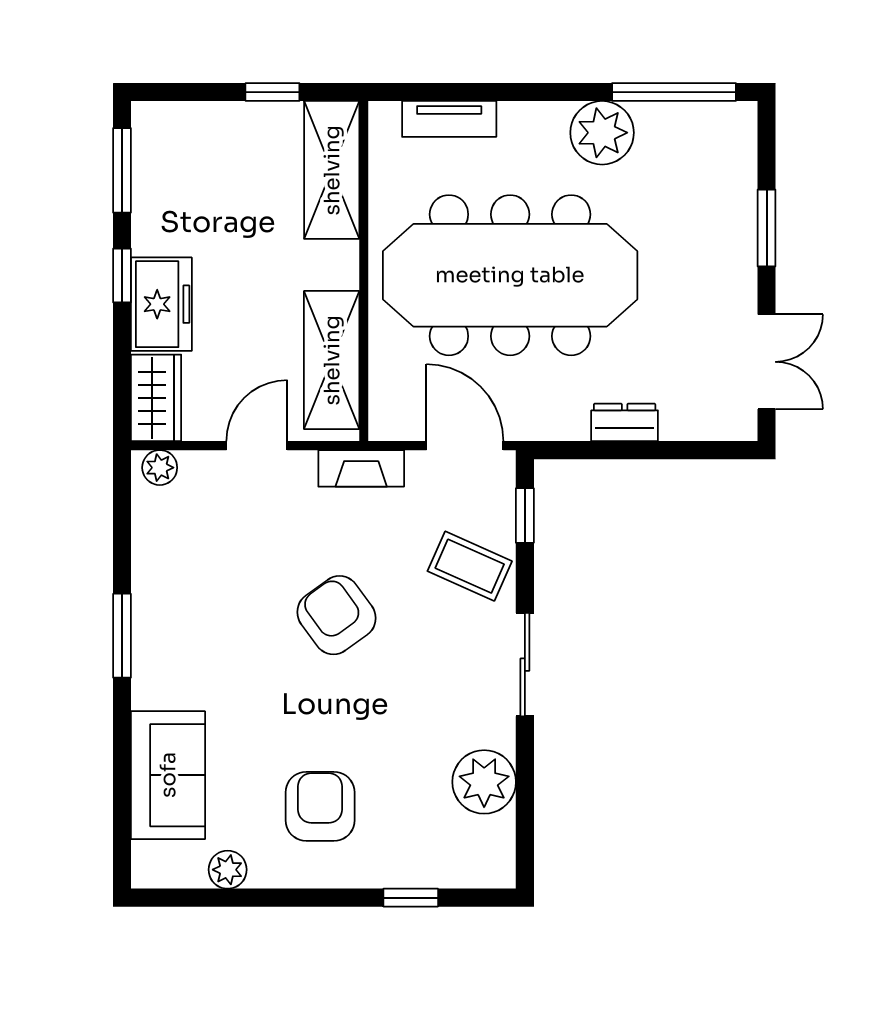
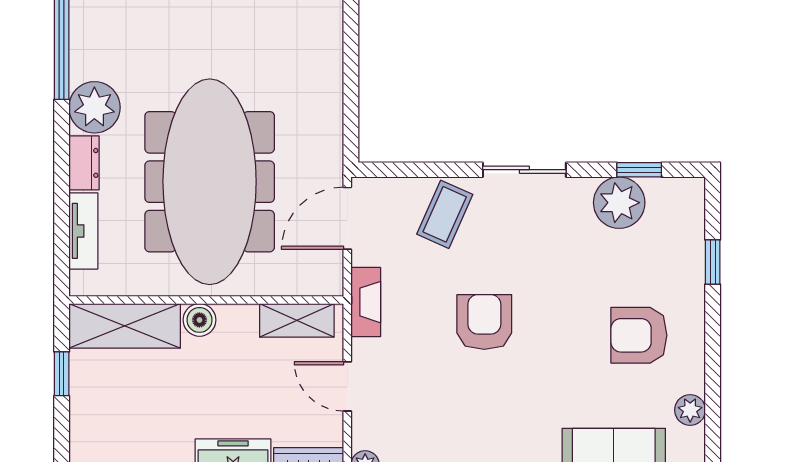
boiler: (339, 263) -> (199, 320), added
shelving: (332, 360) -> (297, 320), width x0.67, depth x0.75
dresser: (625, 422) -> (84, 163), moved, turned 180
window: (525, 516) -> (639, 170), moved
armchair: (337, 615) -> (484, 322), turned 126

